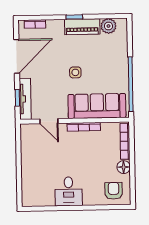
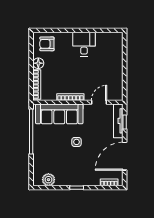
piano: (82, 27) -> (70, 179), removed
door: (49, 121) -> (99, 102), hinge flipped
armchair: (114, 191) -> (47, 44), turned 90

